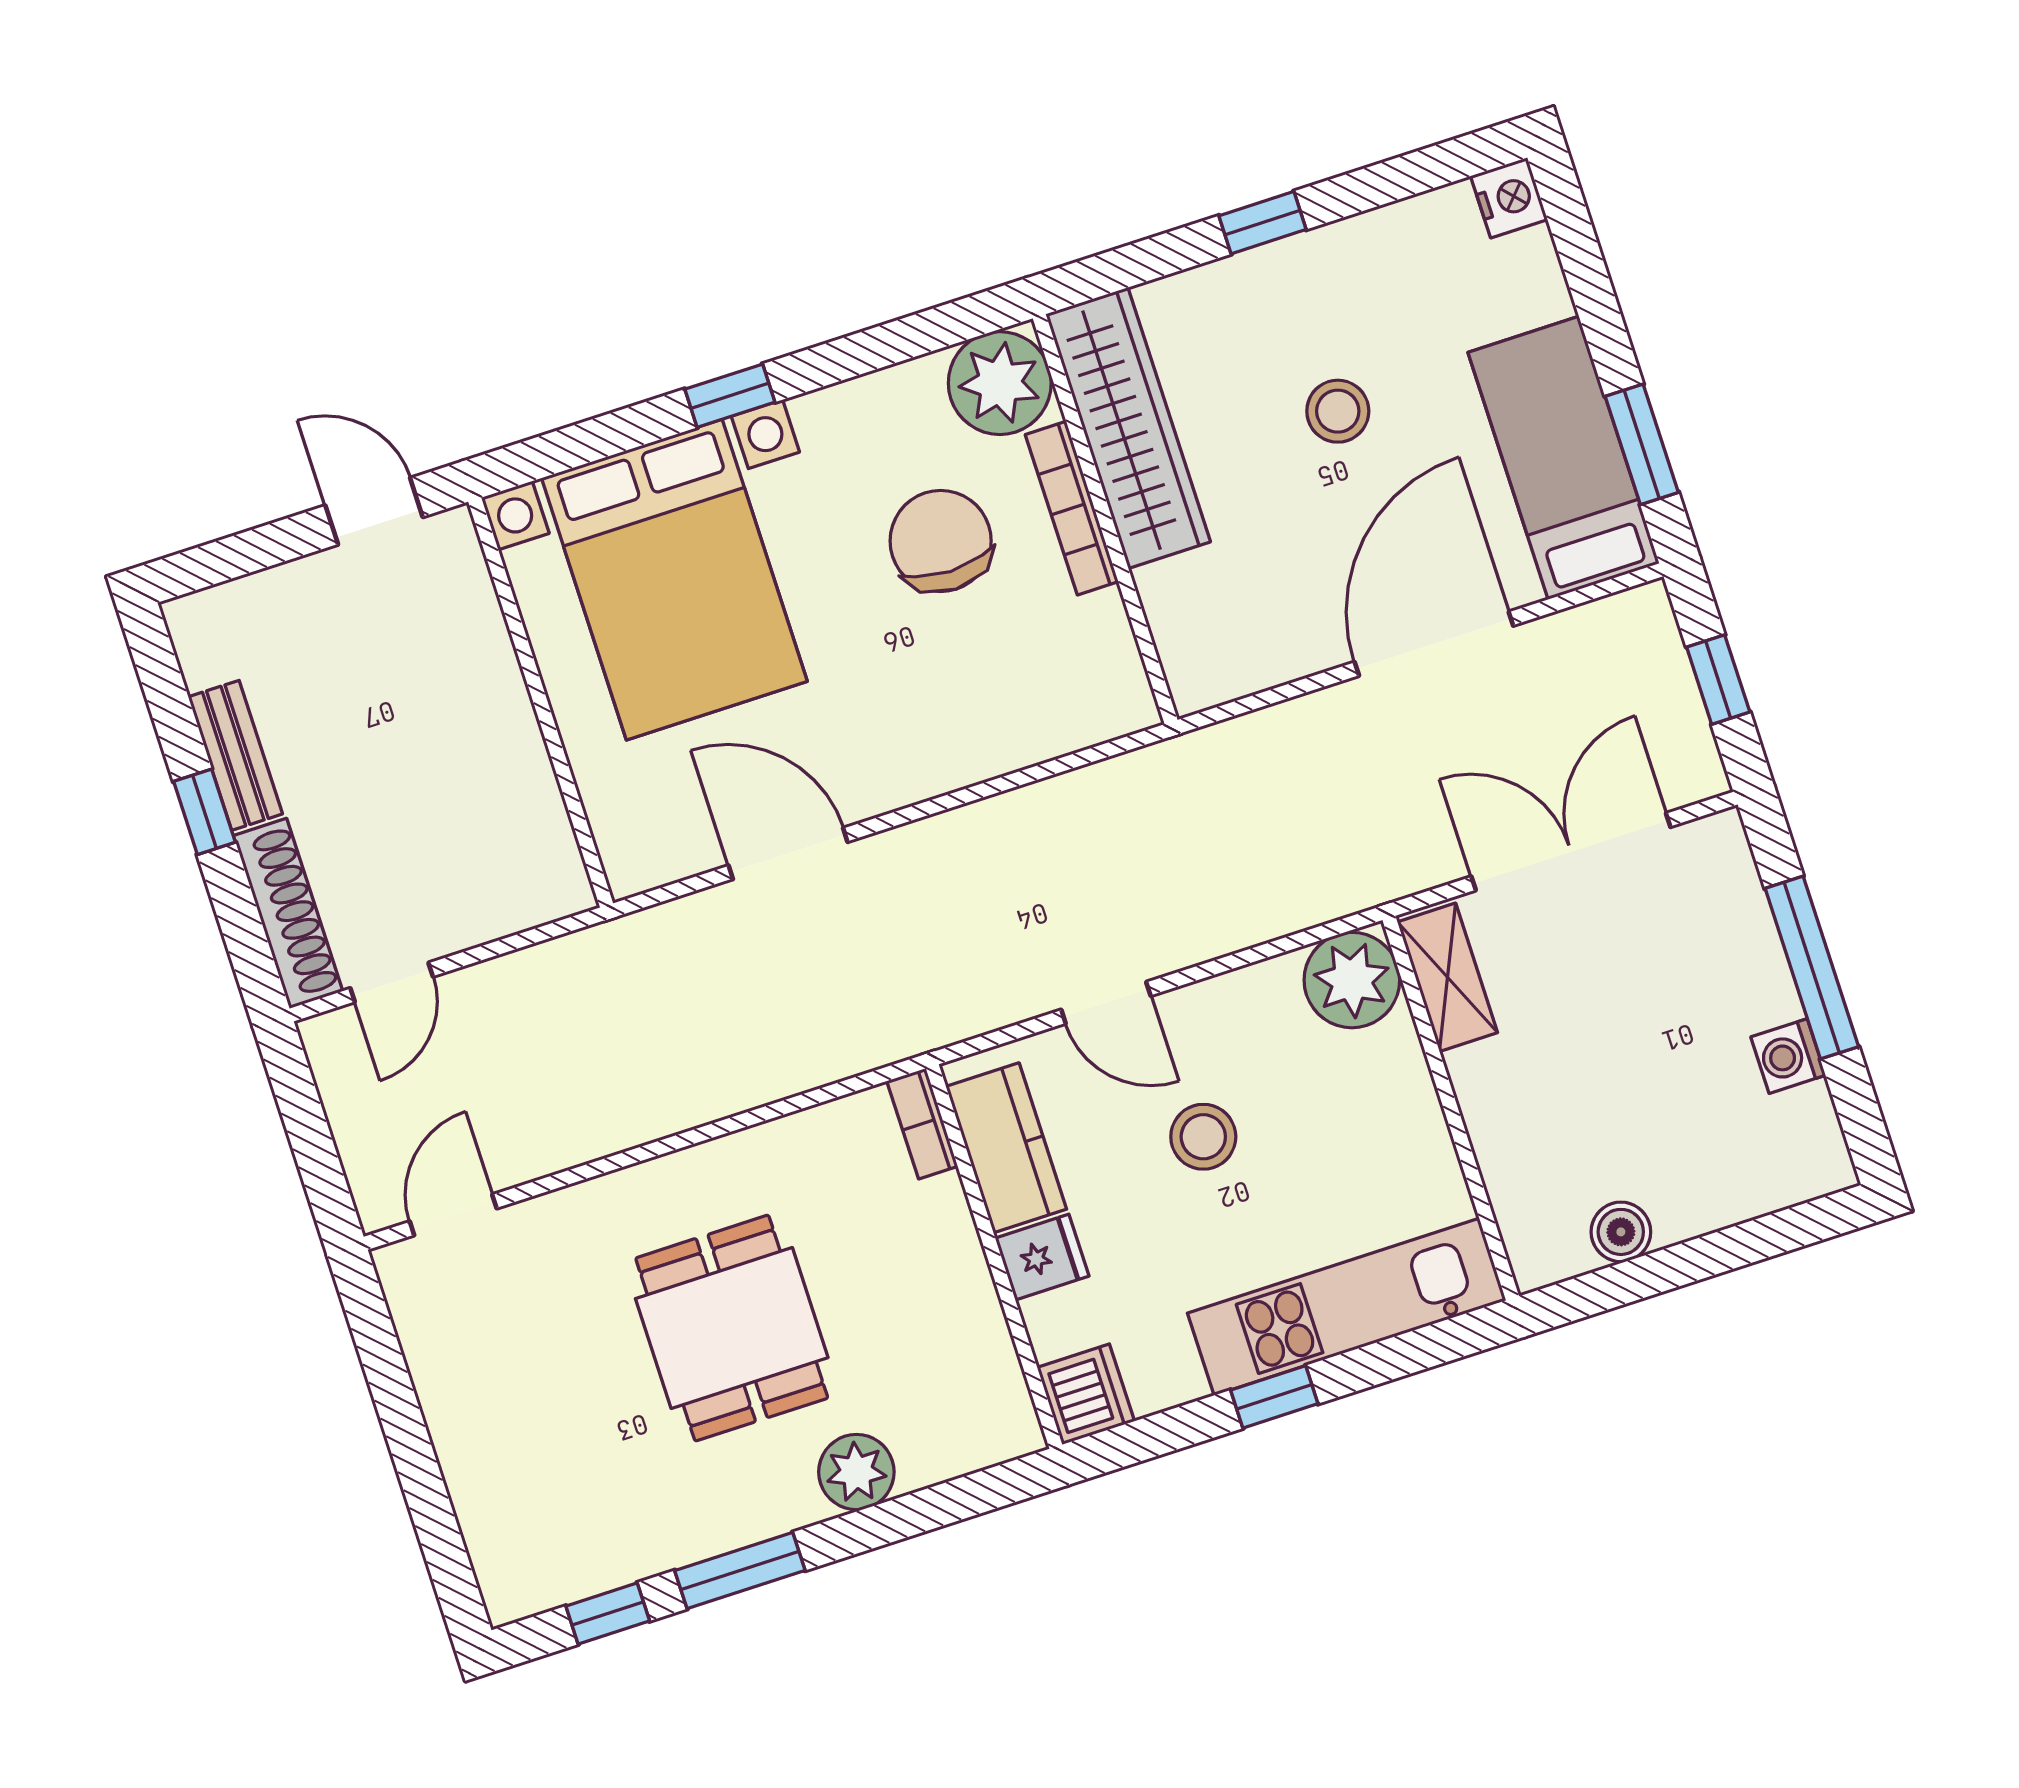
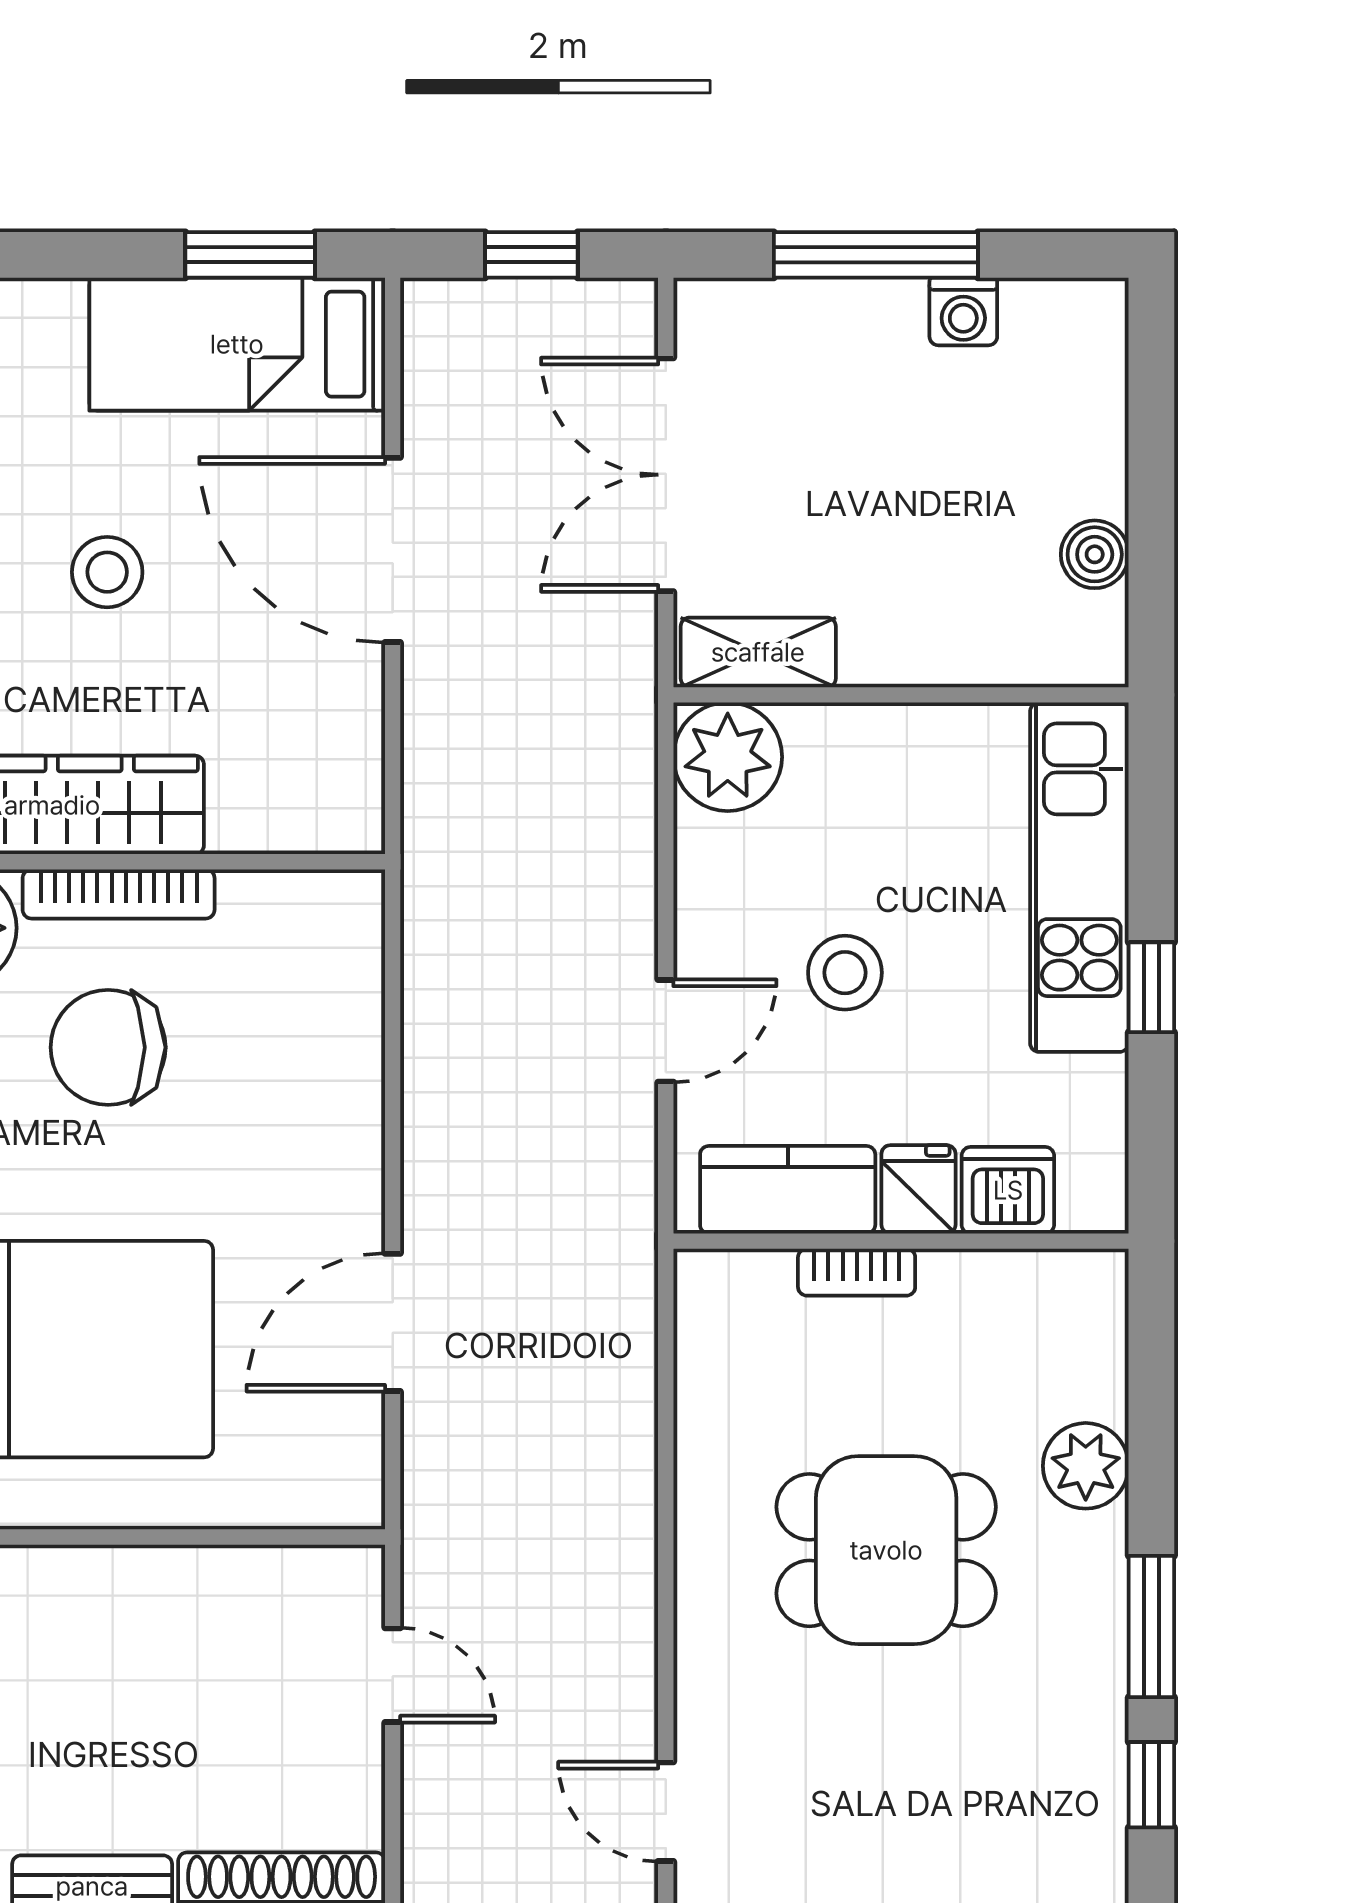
door: (392, 982) -> (393, 1675), moved
bookcase: (922, 1124) -> (857, 1272), moved
dishwasher: (1086, 1394) -> (1008, 1190), moved

